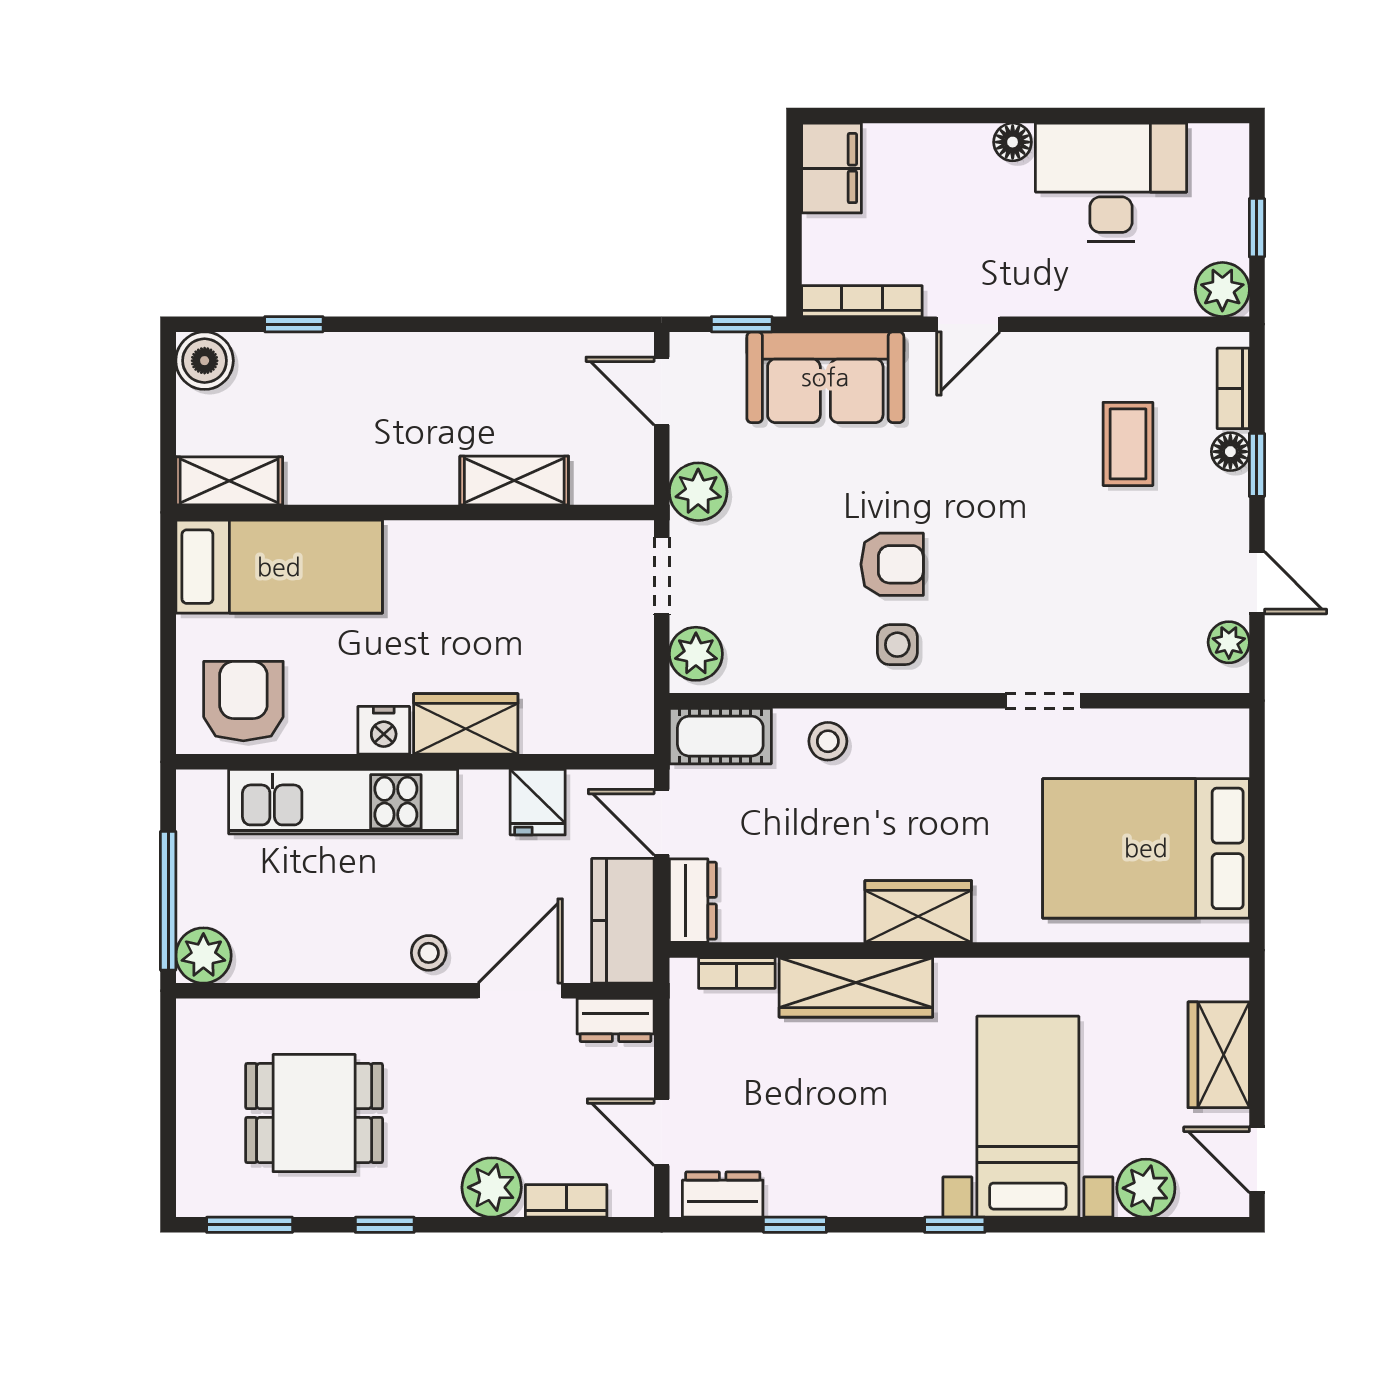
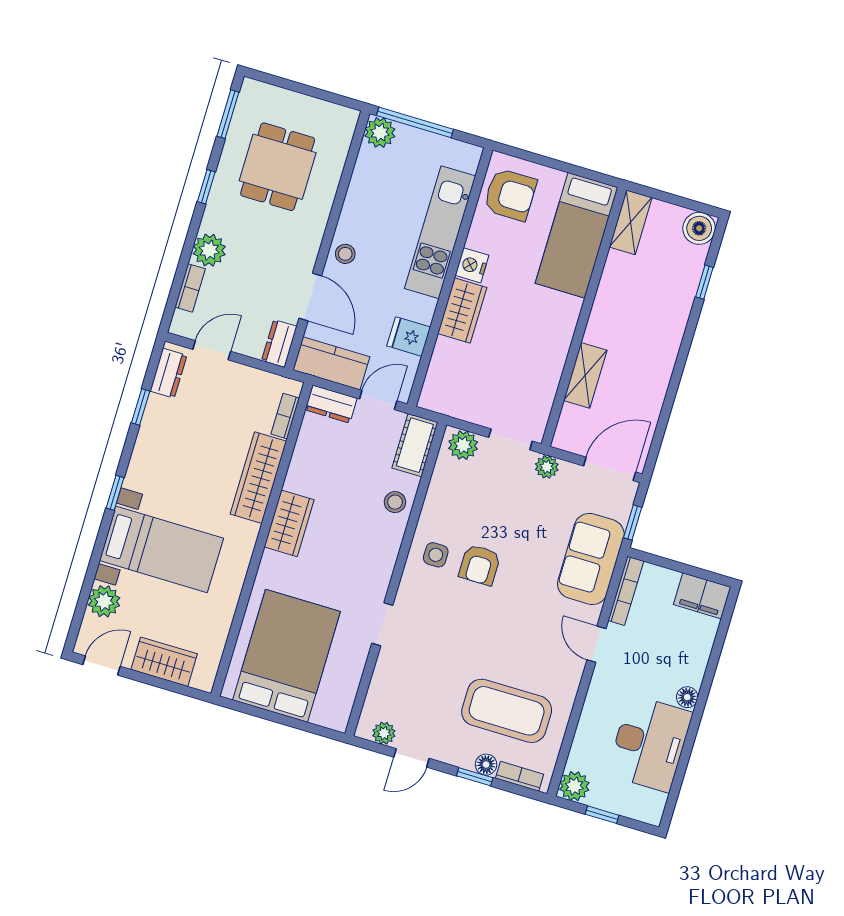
door: (662, 391) -> (610, 469), width x1.38
coffee table: (1128, 444) -> (507, 711), width x1.86, depth x1.72
plant: (698, 492) -> (547, 467), width x0.73, depth x0.73

